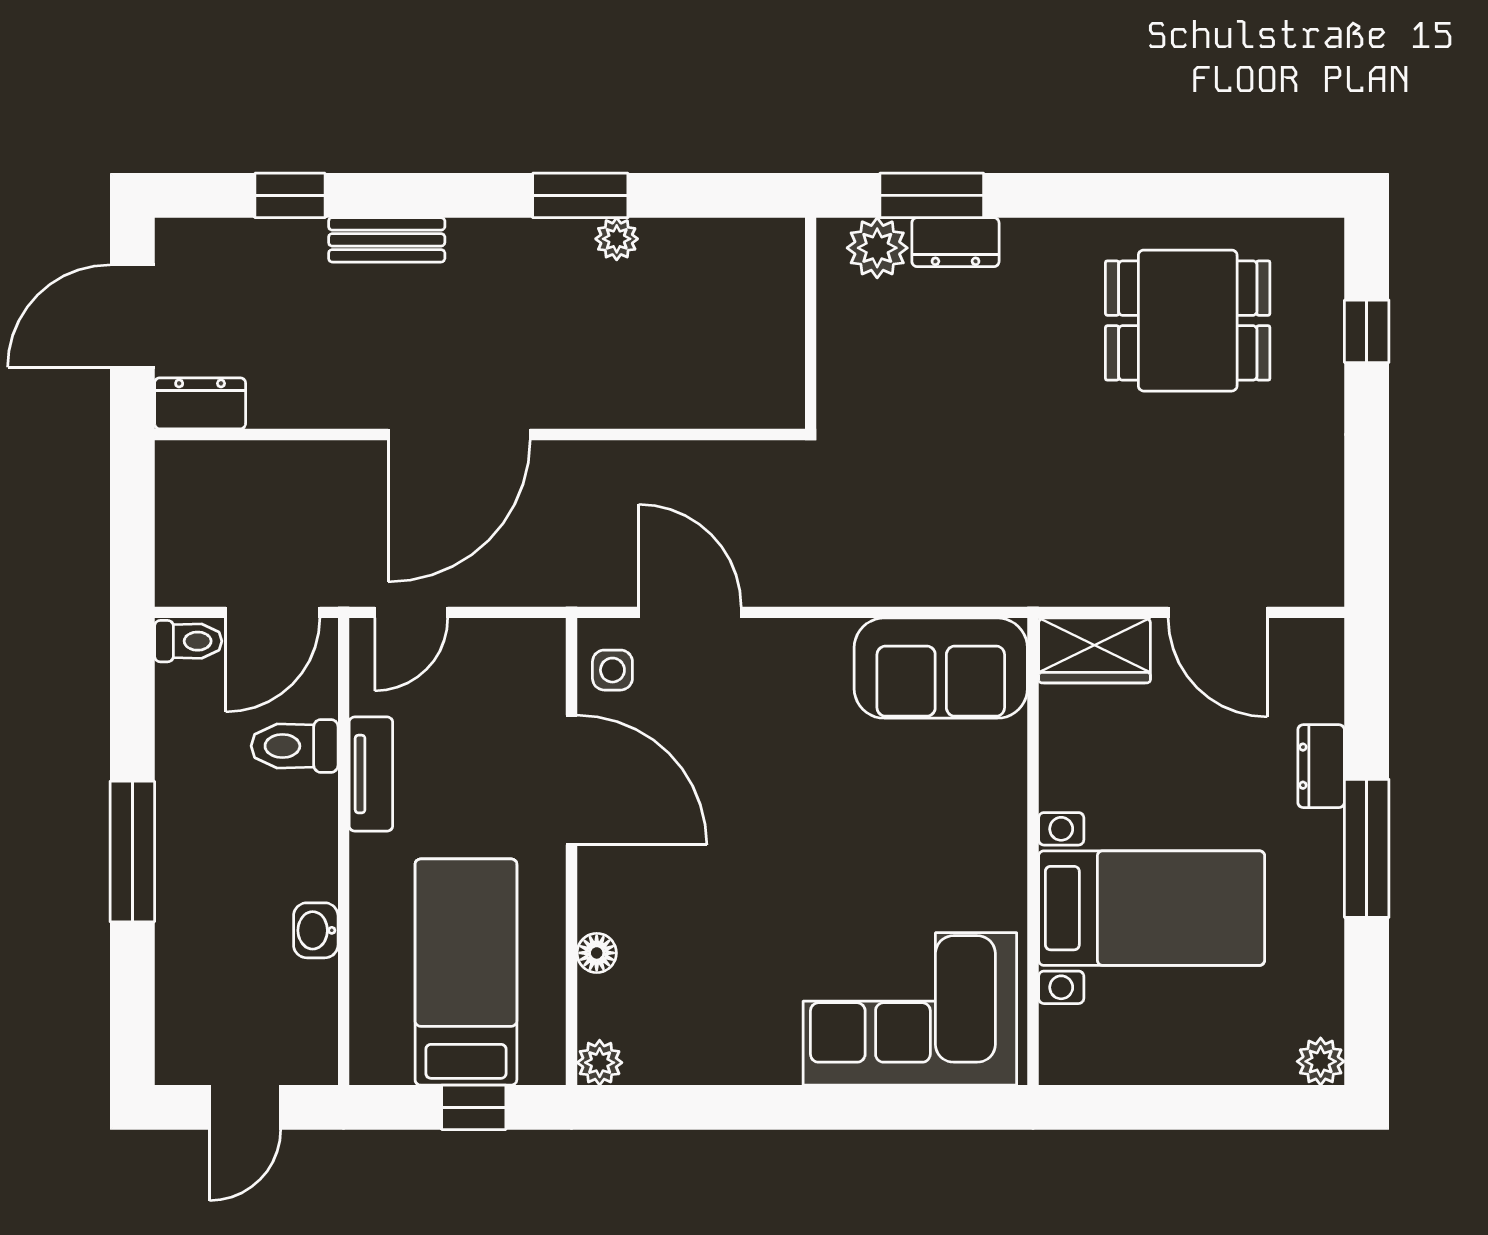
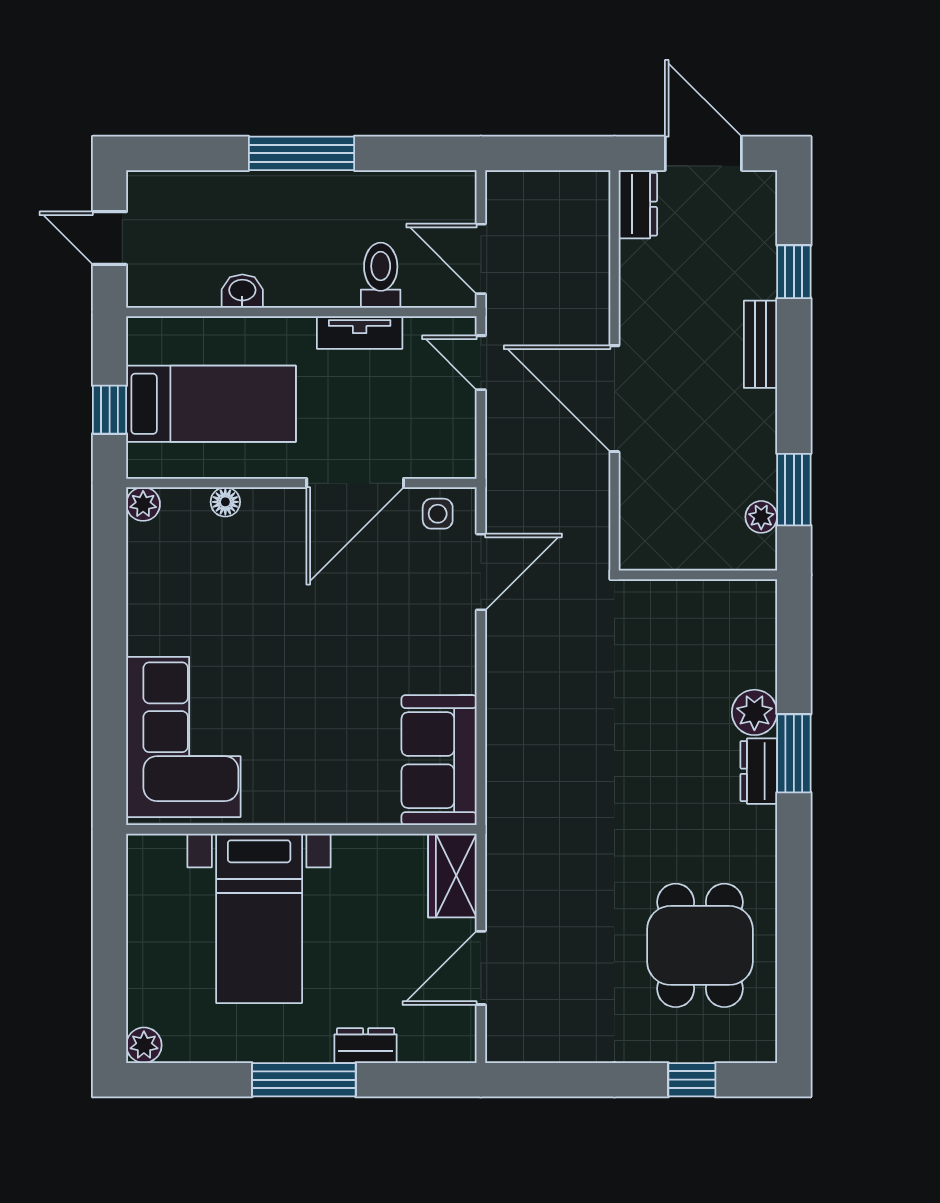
wall: (811, 323) -> (698, 575), moved
toilet: (188, 641) -> (459, 195), removed

